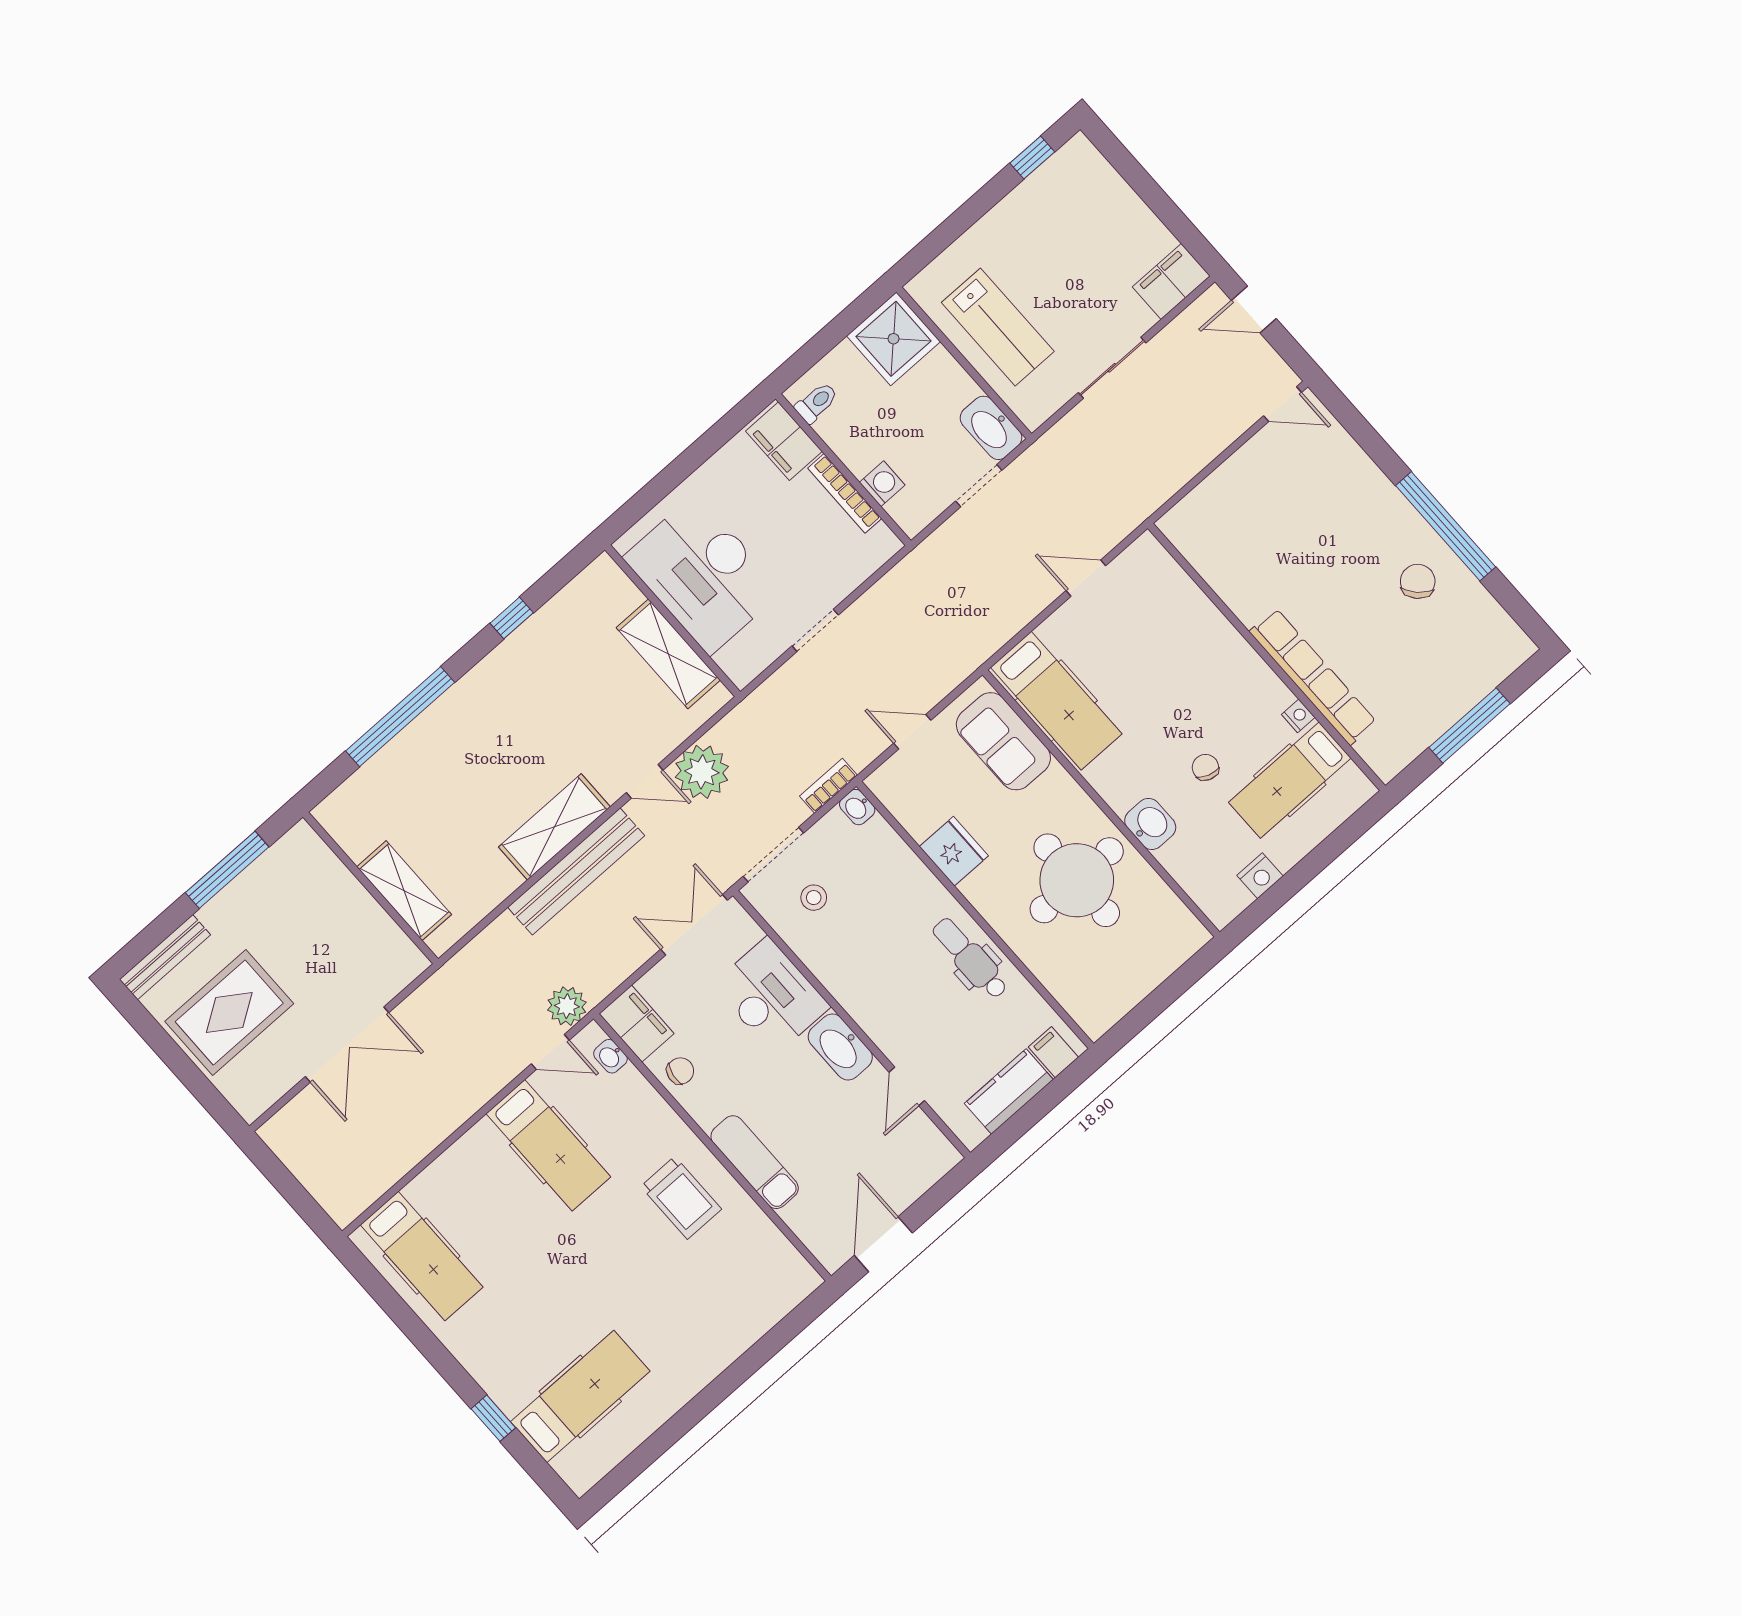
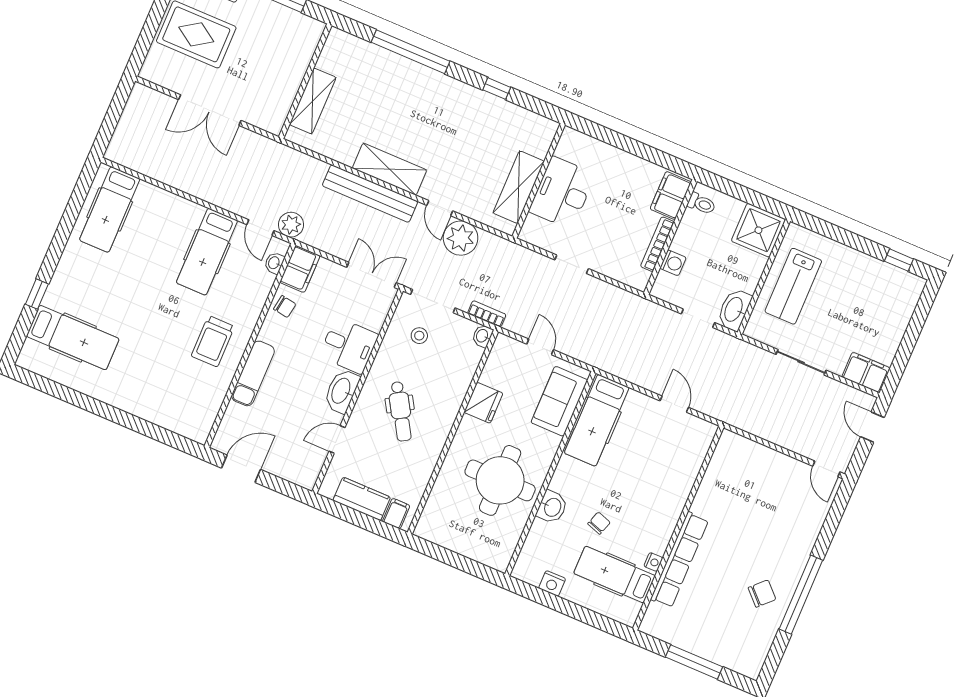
desk: (703, 574) -> (562, 193), width x0.73, depth x0.77
dental chair: (970, 958) -> (401, 411), moved, turned 149
desk: (771, 996) -> (349, 346), width x0.73

